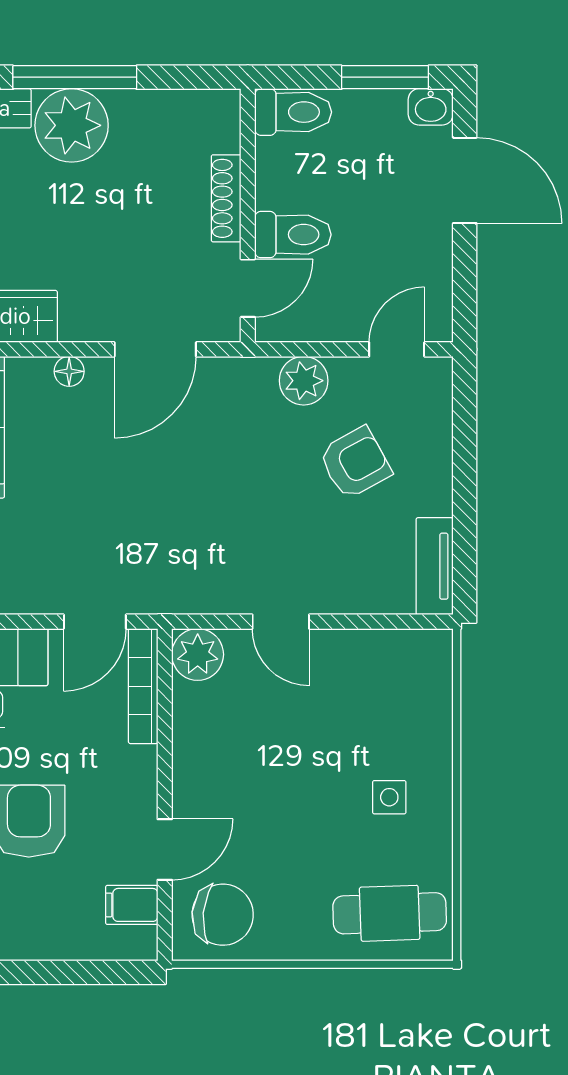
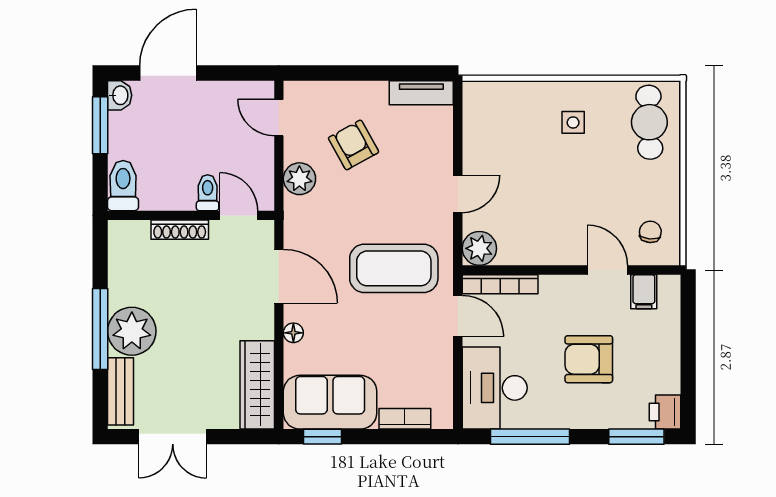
toilet: (293, 235) -> (208, 193), width x0.73, depth x0.72
coffee table: (167, 524) -> (394, 268), added
chair: (223, 915) -> (650, 232), width x0.54, depth x0.54

